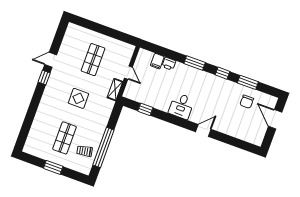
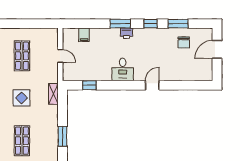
printer: (169, 64) -> (127, 33), moved
shelving: (115, 90) -> (53, 94), moved
door: (275, 119) -> (217, 49), hinge flipped
window: (103, 147) -> (62, 136), width x0.47
trolley: (85, 151) -> (46, 146), removed

